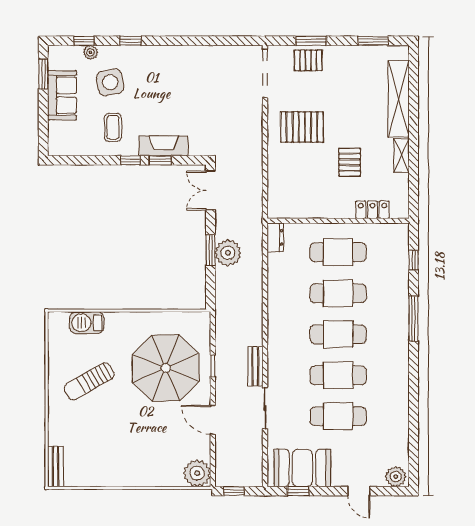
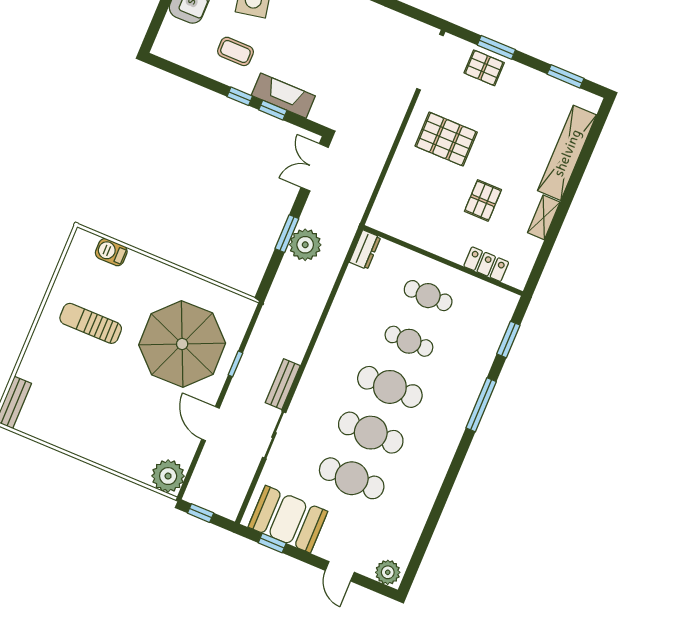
coffee table: (113, 127) -> (235, 51), turned 90
cafe table: (338, 252) -> (428, 296), width x0.73, depth x0.74
window: (413, 260) -> (508, 339), width x1.50
cafe table: (338, 293) -> (409, 341), width x0.73, depth x0.74
barbecue: (87, 323) -> (111, 252), width x0.73, depth x0.79
sun lounger: (89, 381) -> (91, 323), turned 30

